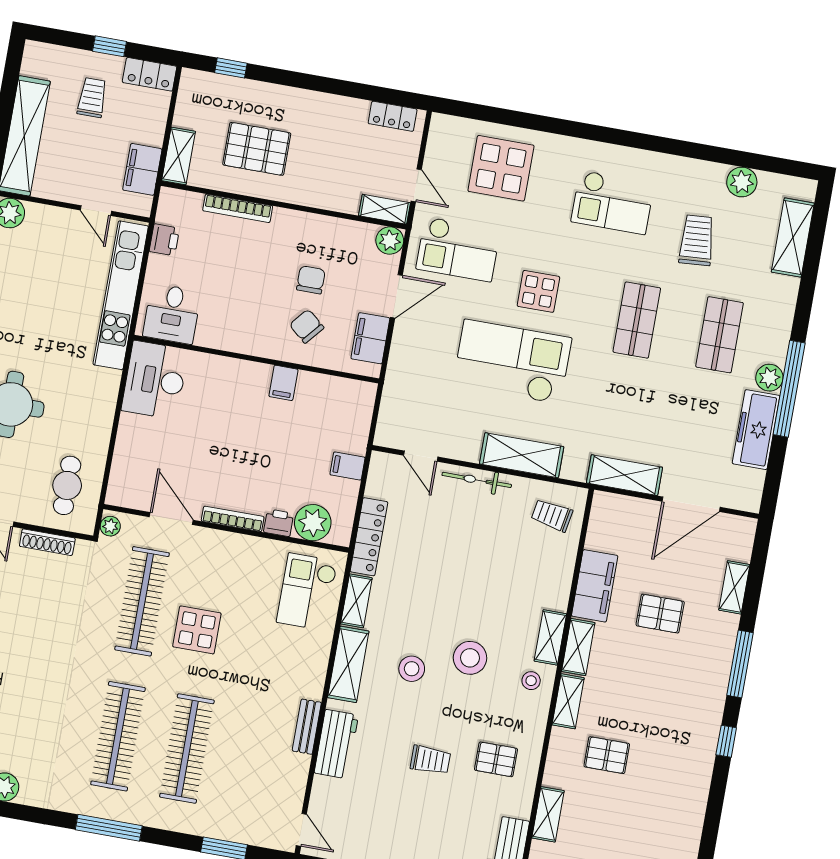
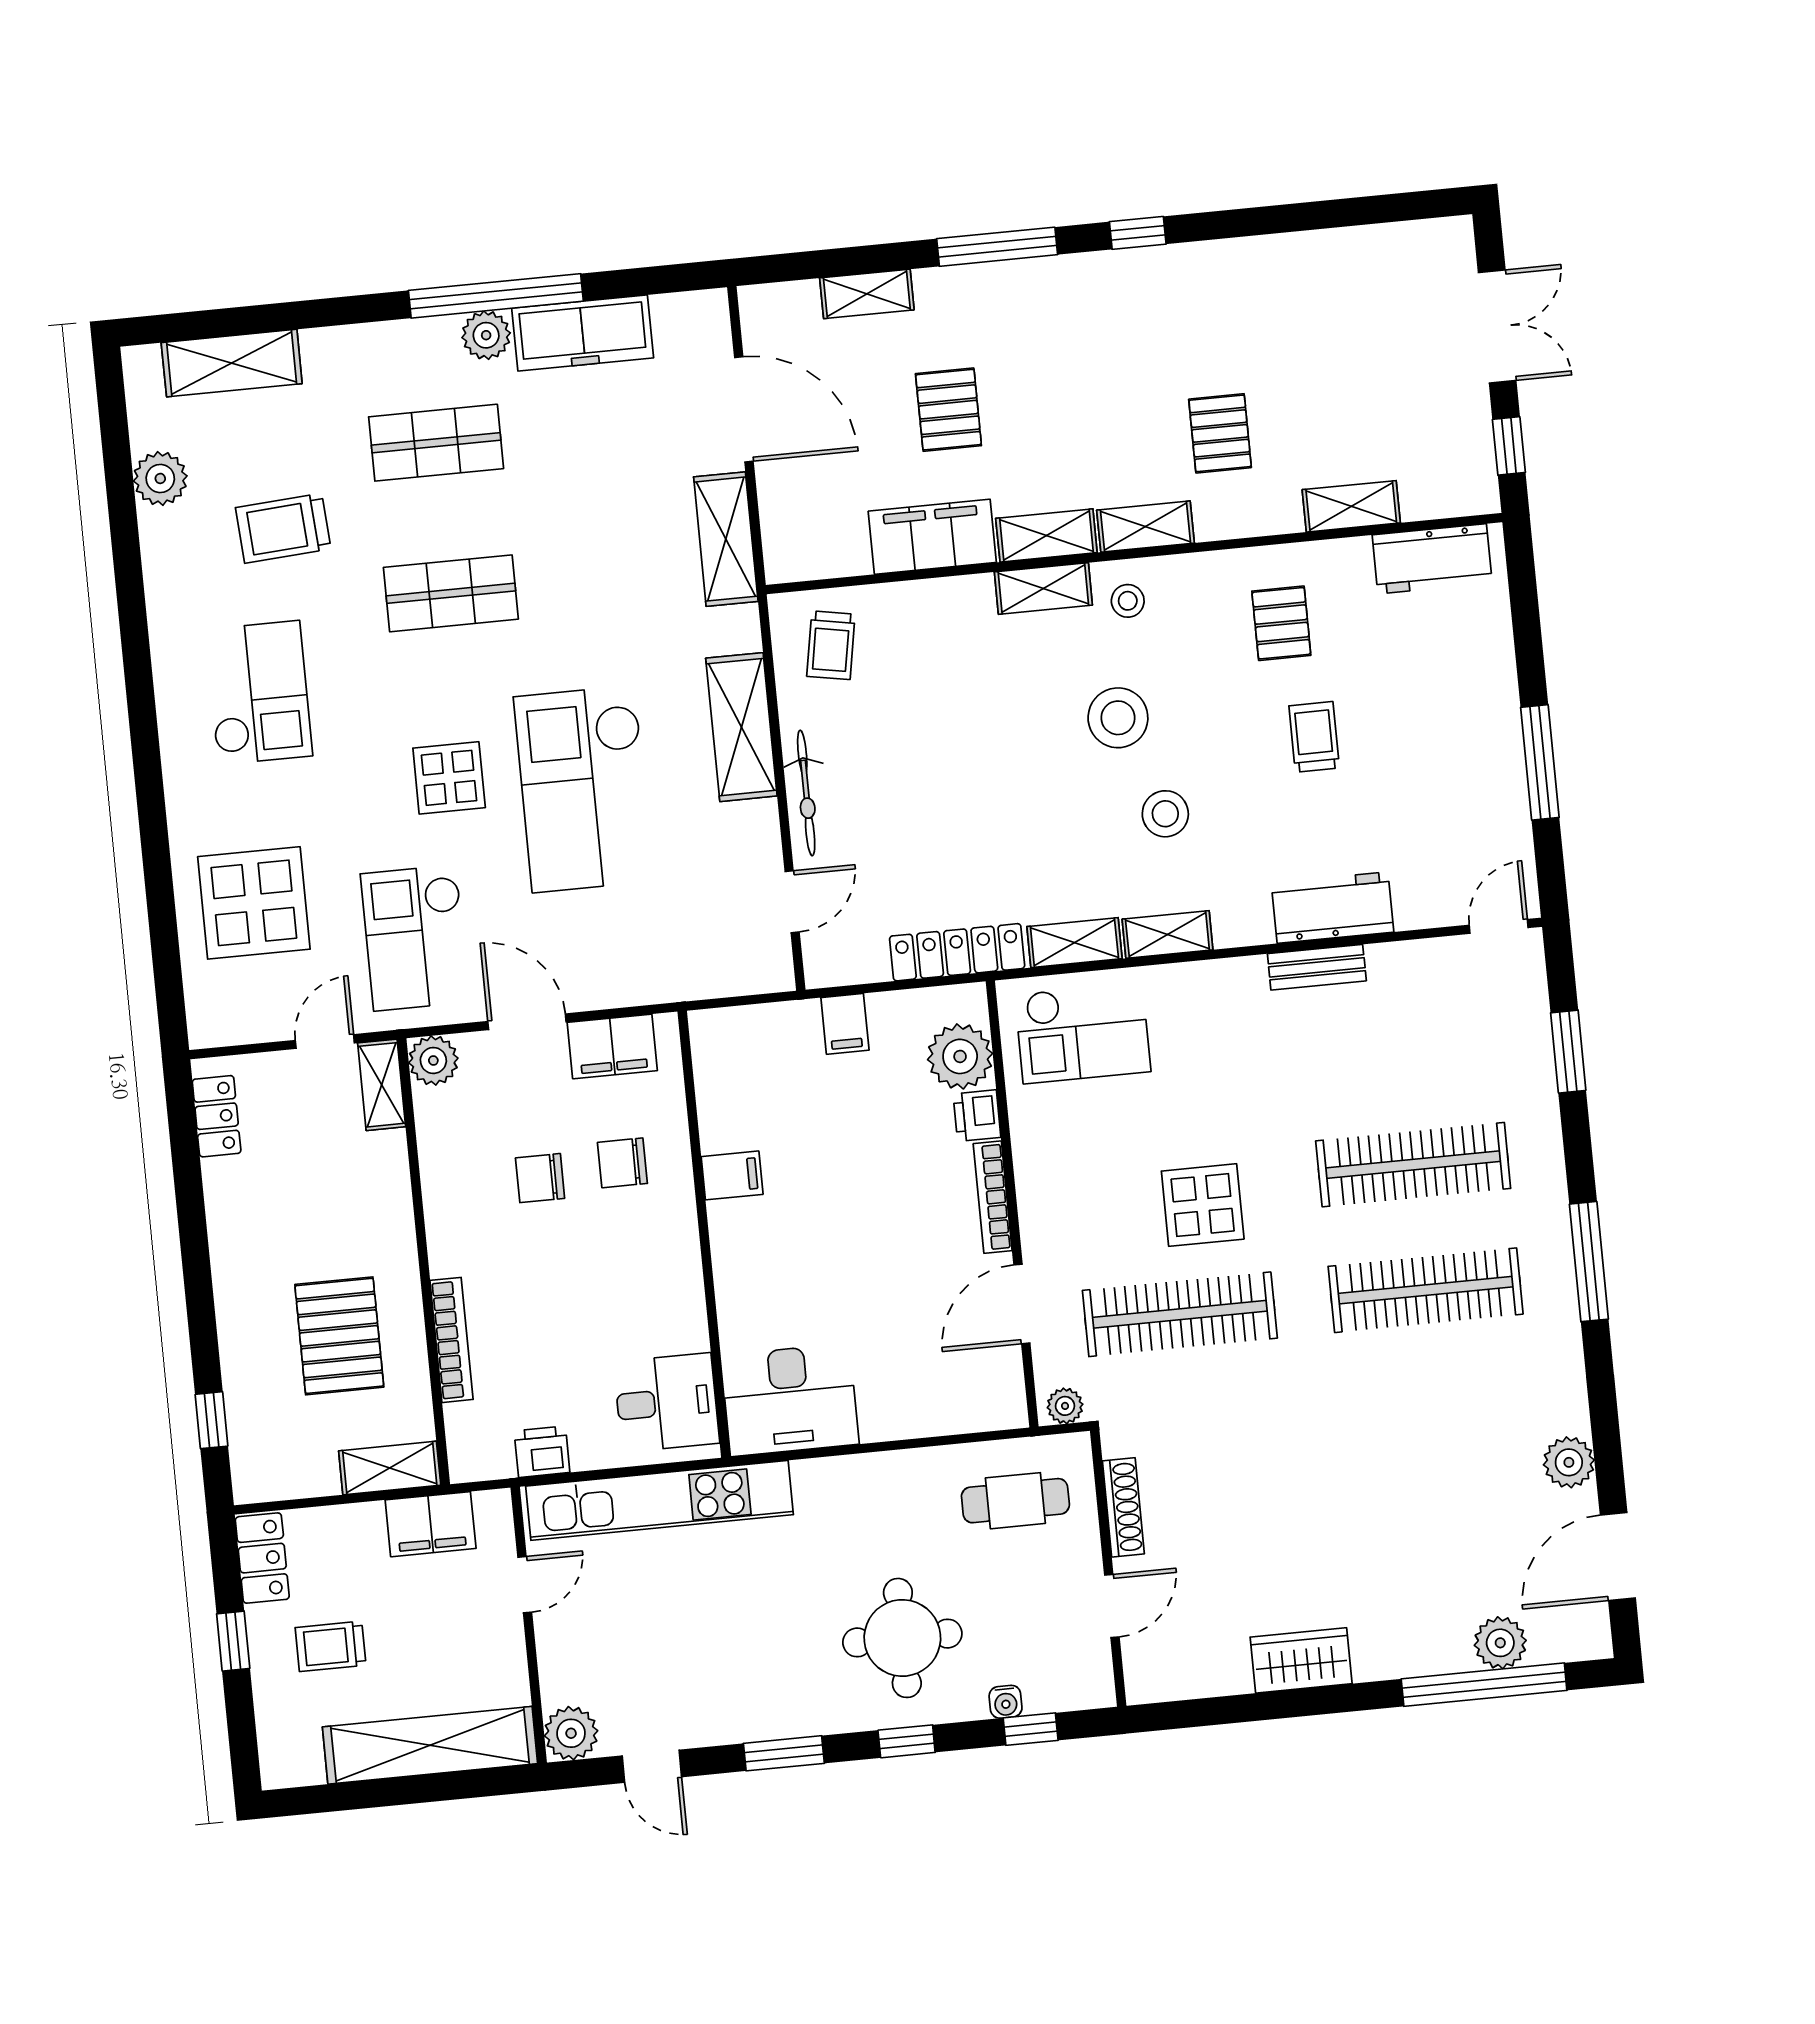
checkout: (458, 249) -> (415, 938), turned 180
chair: (307, 326) -> (622, 1163), turned 50
shelving: (348, 664) -> (1167, 934), width x0.67, depth x0.75

